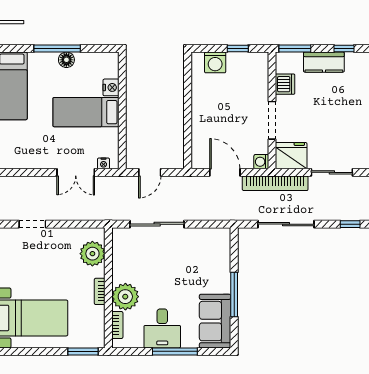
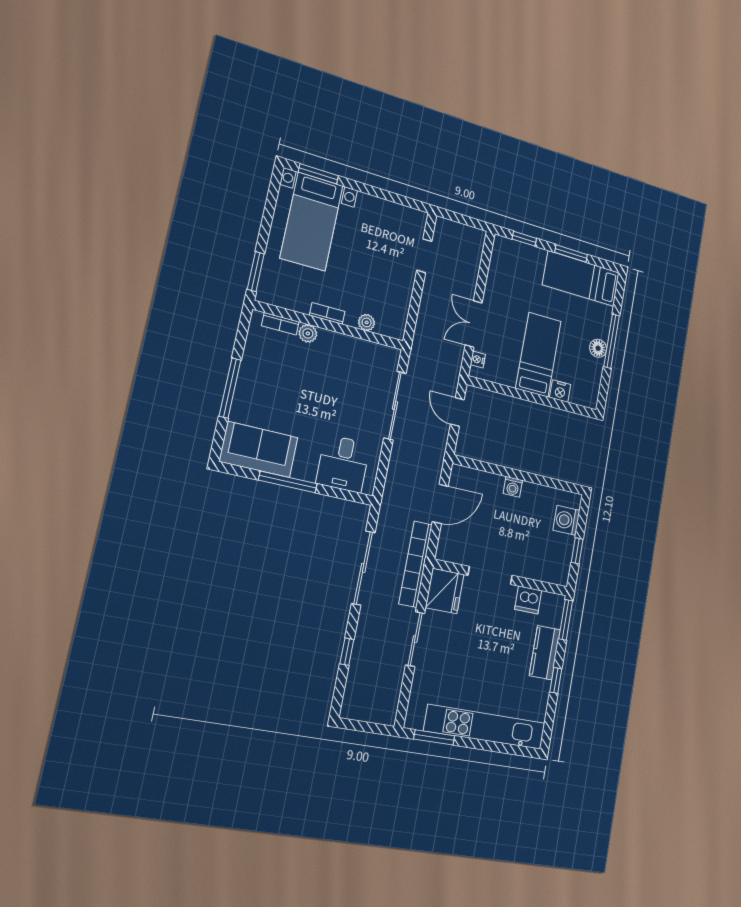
washing machine: (261, 162) -> (513, 487), moved, turned 180
plant: (92, 254) -> (367, 322), width x0.53, depth x0.53
plant: (125, 297) -> (308, 333), width x0.53, depth x0.53
desk: (162, 328) -> (343, 464), moved, turned -90

